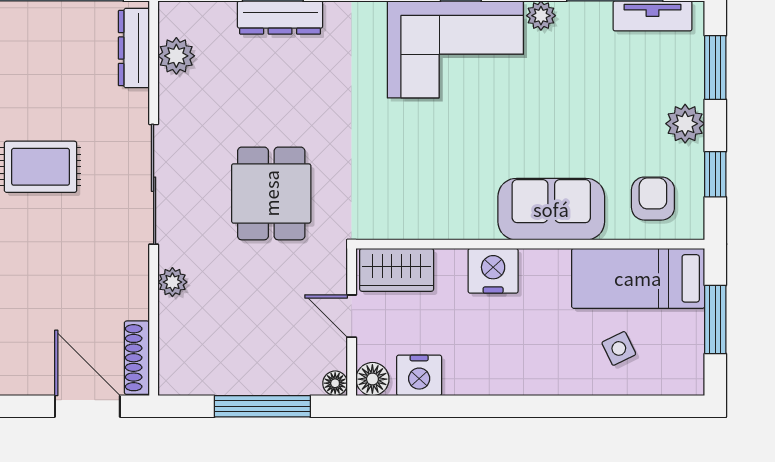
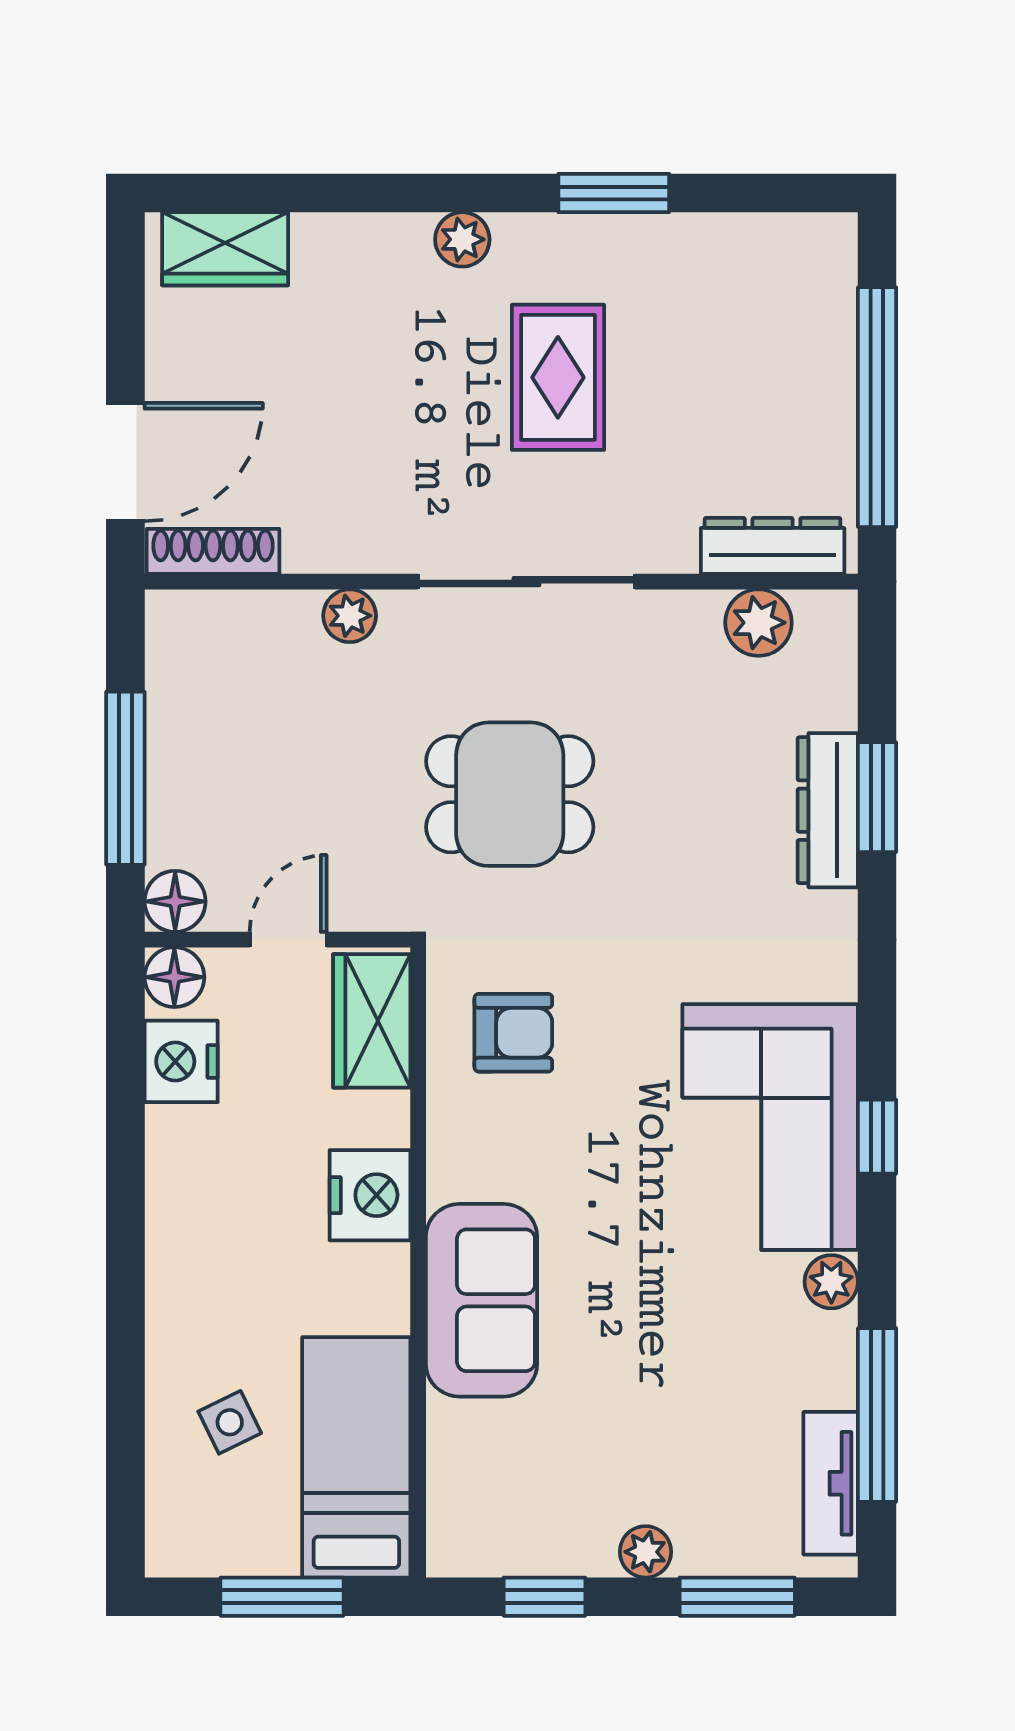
plant: (685, 124) -> (646, 1552), width x0.73, depth x0.73
armchair: (653, 199) -> (513, 1033), moved
floor lamp: (335, 383) -> (175, 901), width x1.37, depth x1.37

